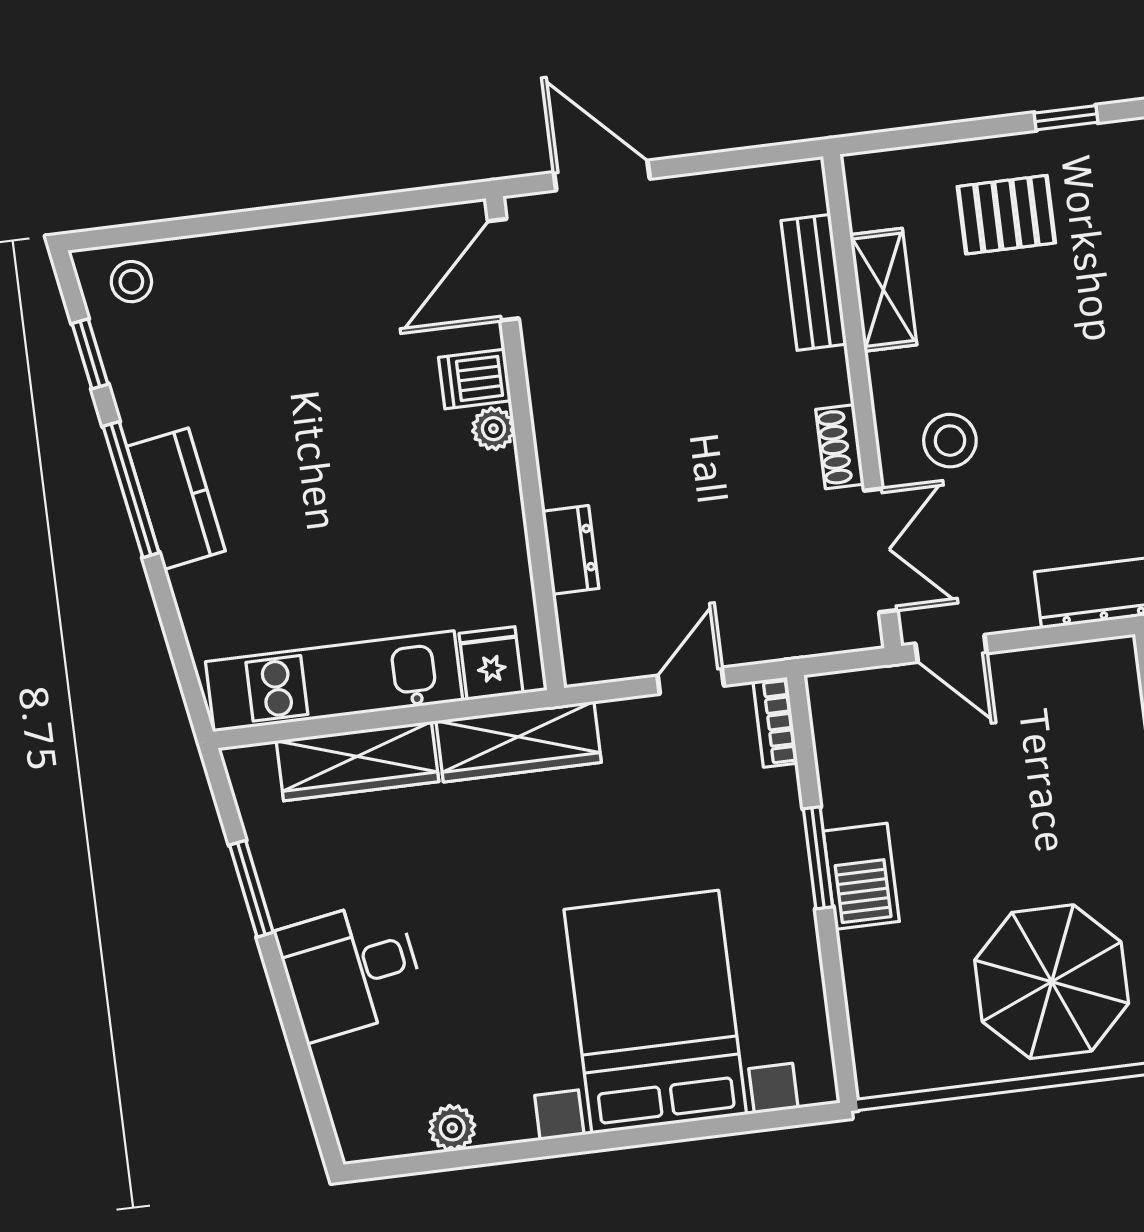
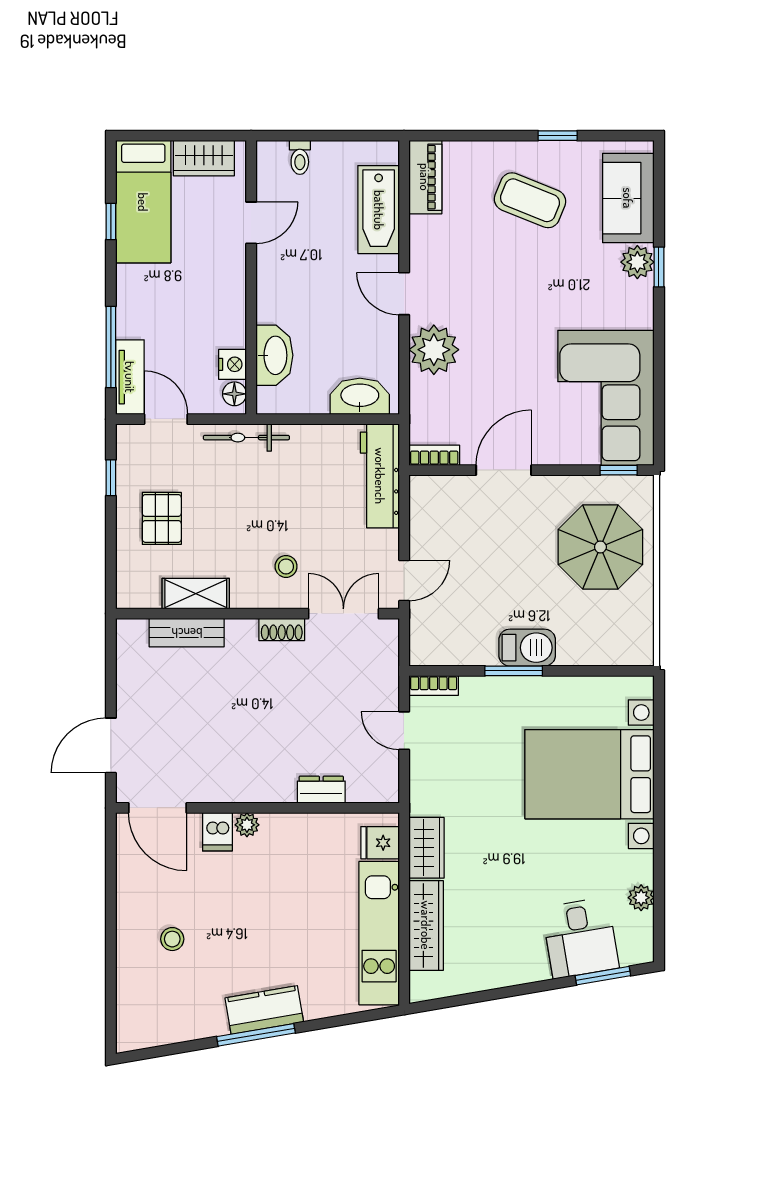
stool: (131, 282) -> (172, 939), moved
window: (90, 354) -> (176, 1049), removed
stool: (950, 441) -> (286, 566), width x0.73, depth x0.73
wardrobe: (519, 742) -> (426, 848), width x0.67
window: (251, 889) -> (603, 976), moved
desk: (351, 969) -> (580, 938), moved

